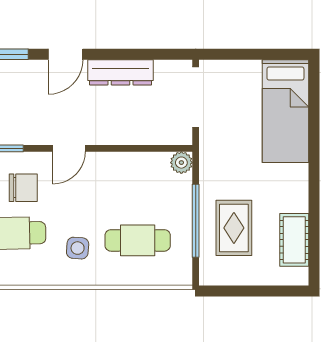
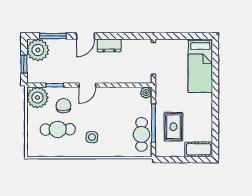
dresser: (121, 72) -> (109, 46), width x0.70
chair: (23, 188) -> (64, 106), turned -90
cafe table: (138, 240) -> (141, 134), moved, turned 90
cot: (294, 240) -> (199, 149), moved, turned 90

